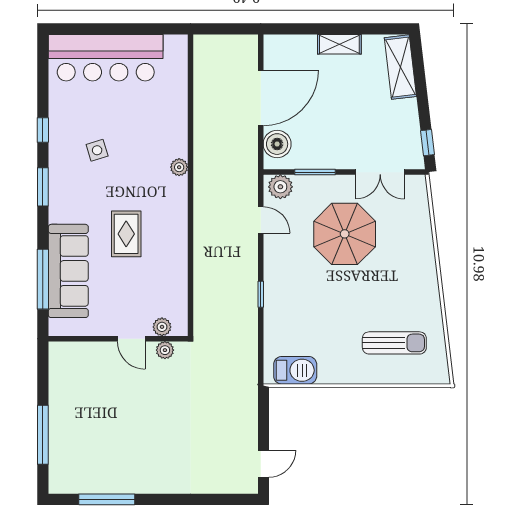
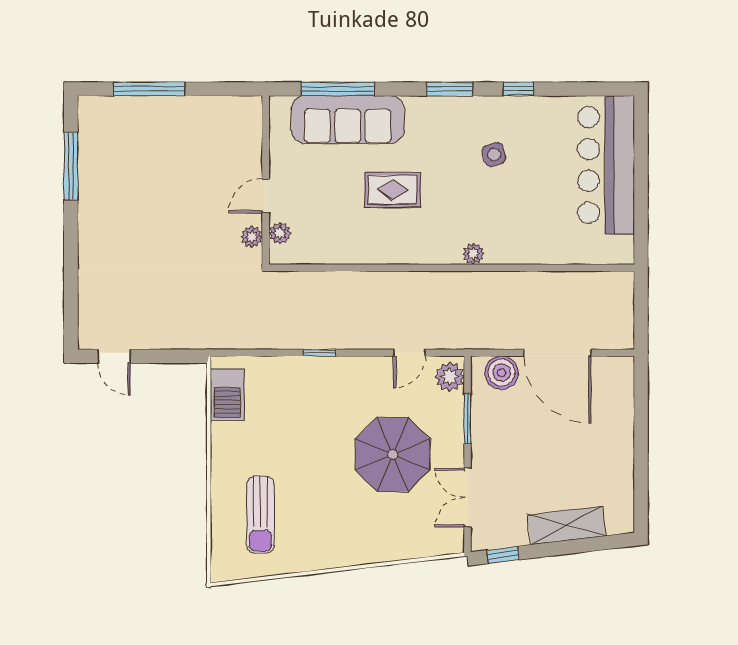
shelving: (339, 44) -> (622, 448), removed
shelving: (400, 67) -> (567, 525), moved

